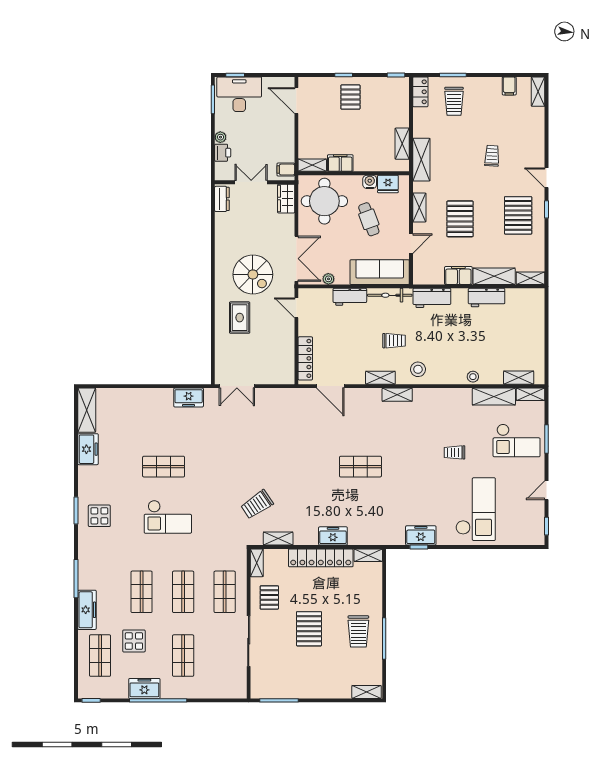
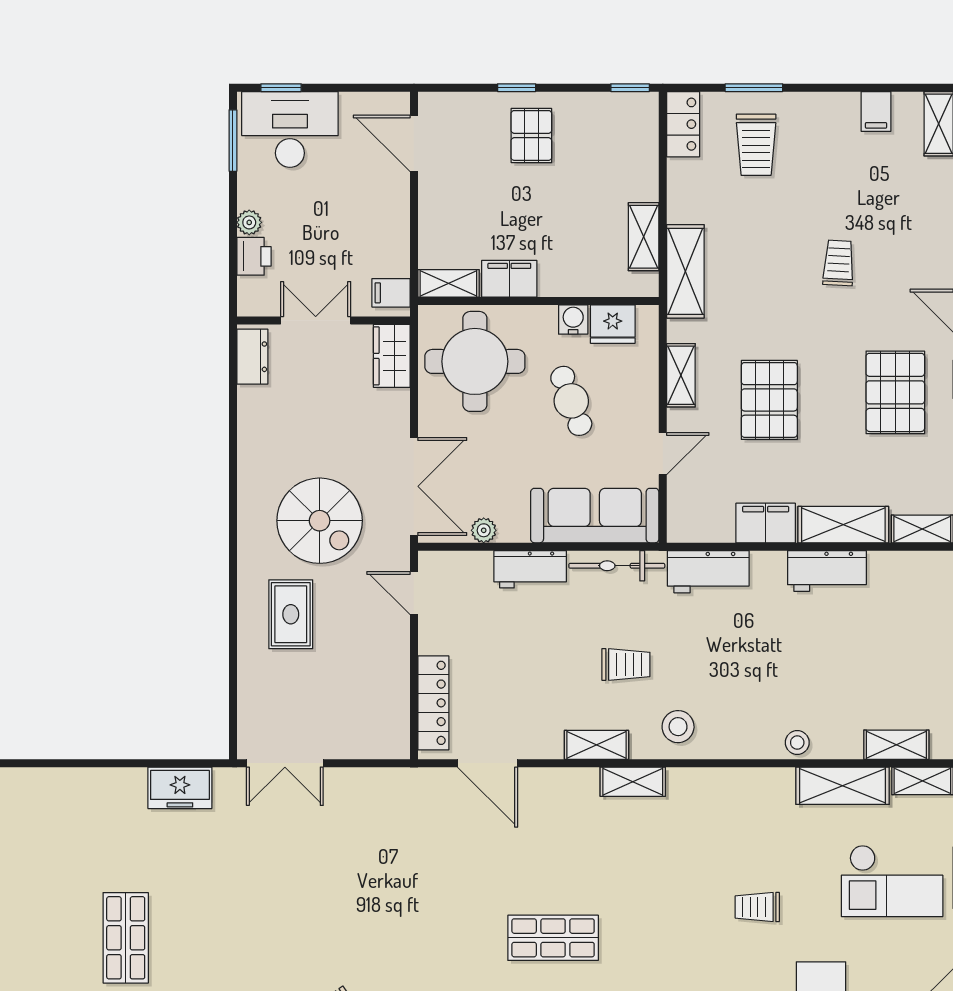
shop shelf: (164, 467) -> (126, 938), turned 90

